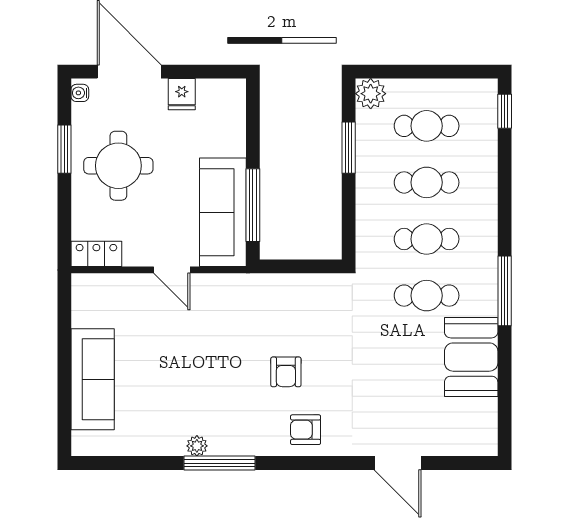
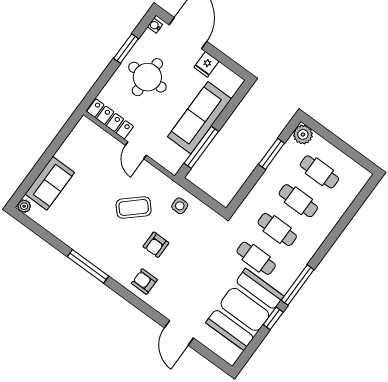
window: (505, 111) -> (273, 318), moved
sofa: (223, 212) -> (200, 118), moved
locker: (96, 254) -> (110, 119), width x1.53
side table: (280, 300) -> (180, 206), added
coffee table: (223, 345) -> (134, 207), added
booth: (471, 357) -> (245, 309), width x1.36, depth x1.42
sofa: (93, 379) -> (50, 183), width x0.73
plant: (197, 446) -> (24, 206), moved

